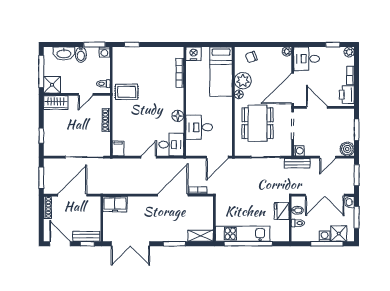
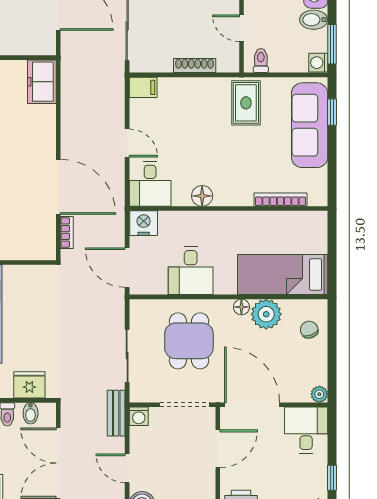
nightstand: (194, 54) -> (144, 223), moved, turned -90
sofa: (139, 57) -> (310, 125), added
dining table: (257, 123) -> (189, 341), width x0.73
desk: (199, 127) -> (191, 271), moved, turned 180

